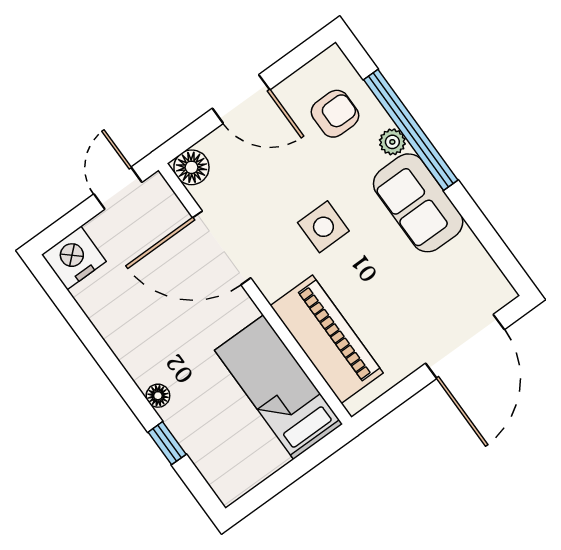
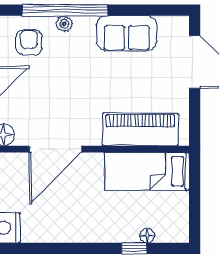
sofa: (418, 203) -> (127, 33), moved
side table: (323, 227) -> (82, 90), removed
floor lamp: (158, 396) -> (147, 236), moved

